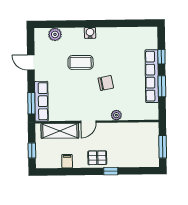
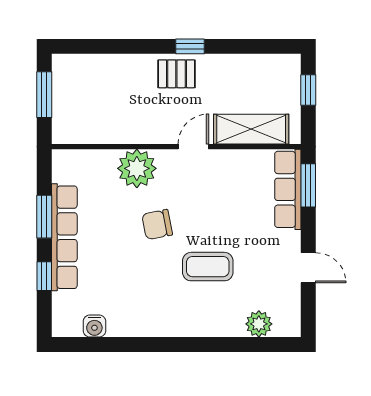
water cooler: (90, 33) -> (94, 326), moved
plant: (116, 115) -> (137, 168), width x1.87, depth x1.87
filing cabinet: (67, 161) -> (237, 68), removed
window: (111, 171) -> (190, 46), moved

